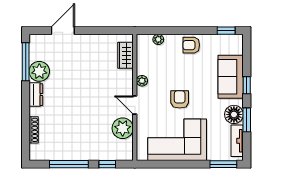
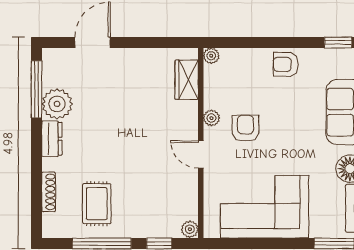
plant: (158, 39) -> (211, 56), moved
armchair: (180, 99) -> (246, 128), moved
plant: (123, 128) -> (190, 229), moved, width x0.53, depth x0.53
rug: (66, 138) -> (97, 204), added

